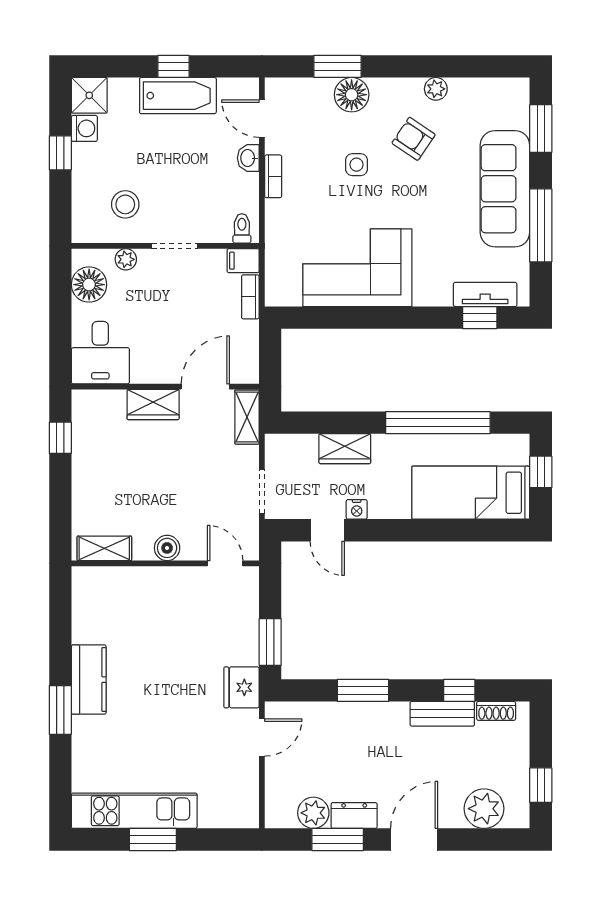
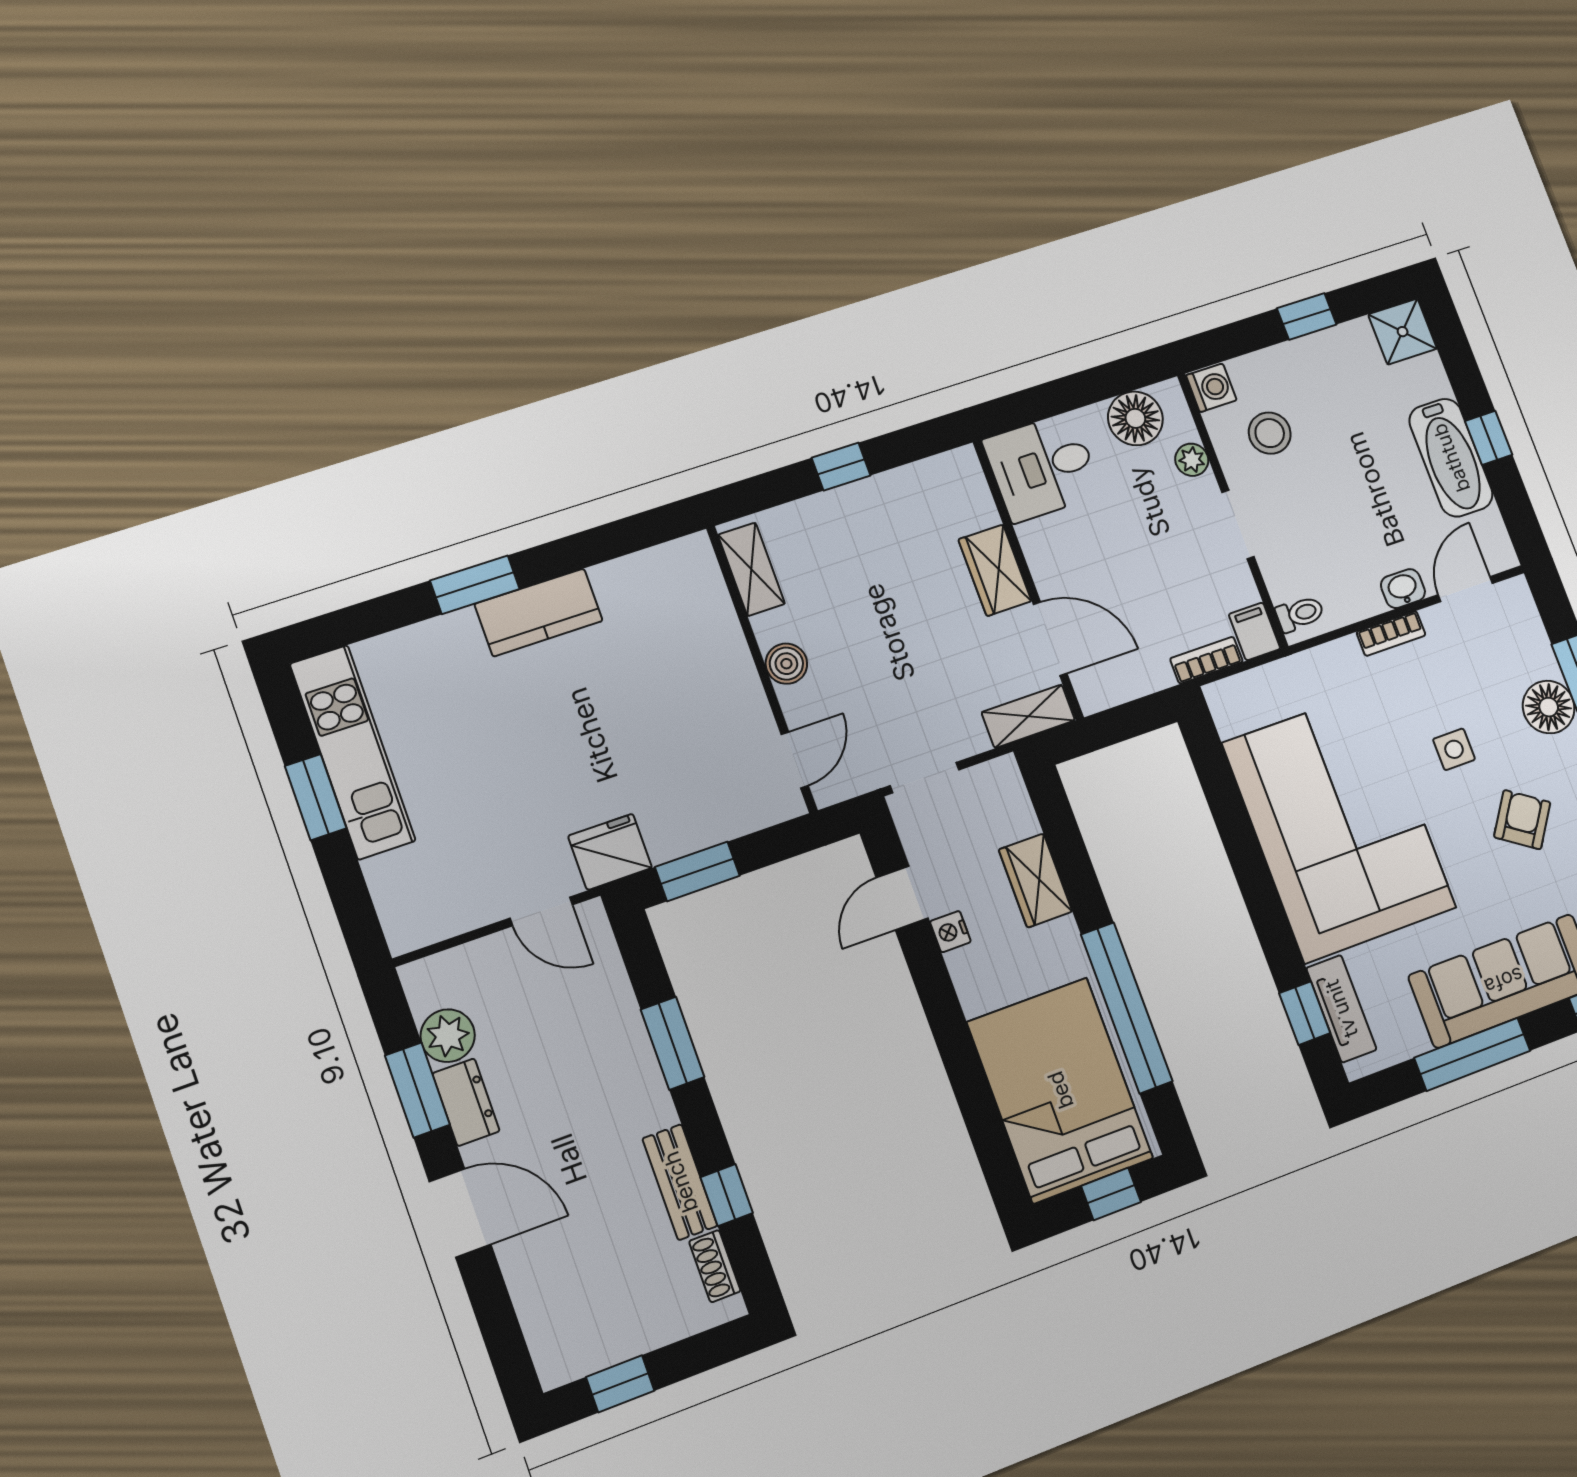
washing machine: (84, 128) -> (1211, 388), moved, turned -90
corner sofa: (357, 268) -> (1339, 825), width x1.36, depth x1.36
window: (60, 438) -> (841, 467), moved
bed: (471, 493) -> (1060, 1090), width x1.50
plant: (484, 809) -> (550, 1307), removed

